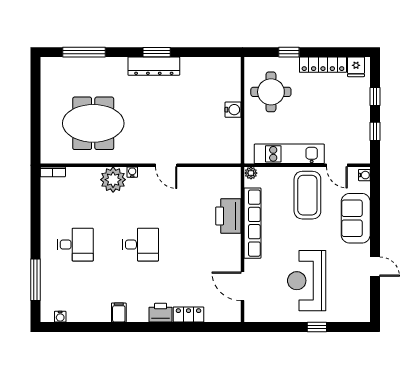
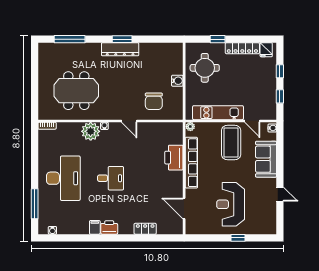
chair: (200, 138) -> (154, 101), added
desk: (75, 245) -> (63, 178), width x1.87, depth x1.30
printer: (161, 313) -> (109, 227), moved

